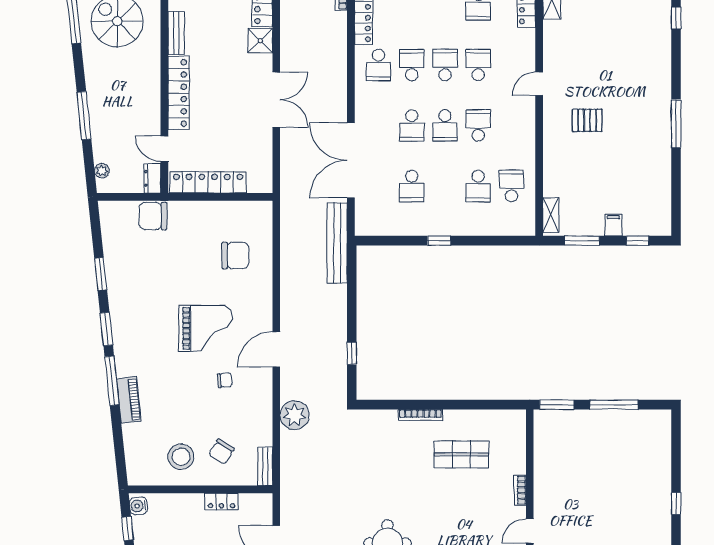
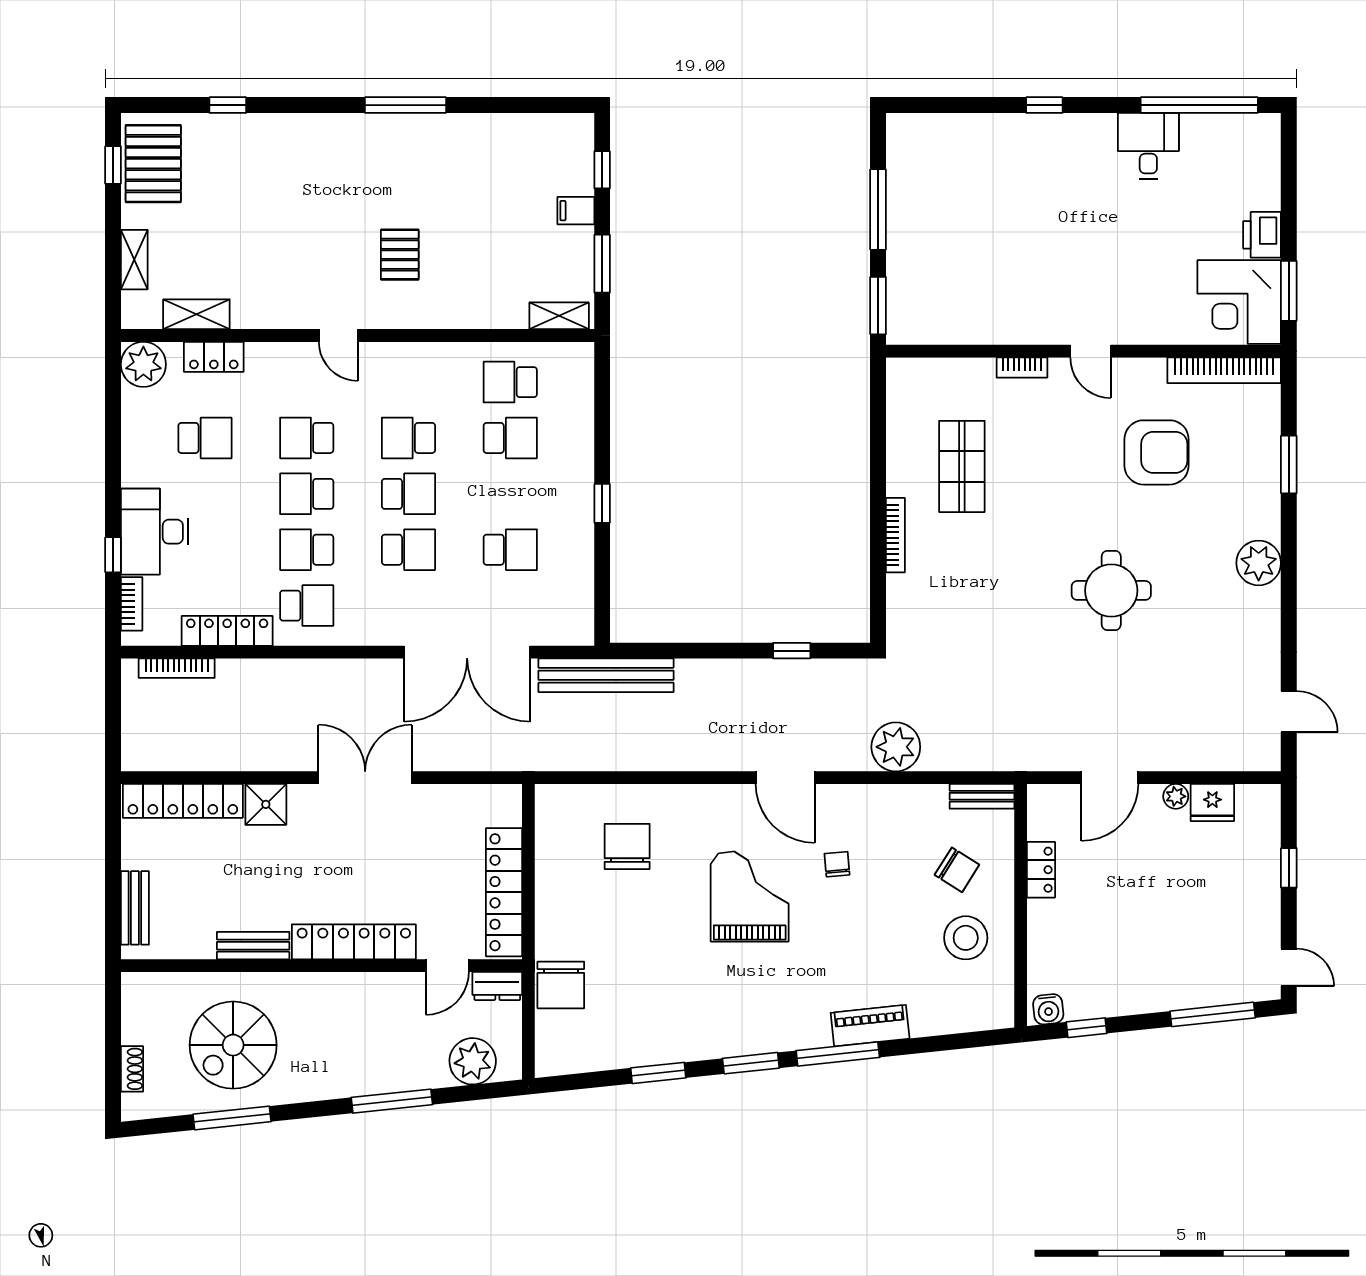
plant: (102, 171) -> (473, 1061), width x1.88, depth x1.88

